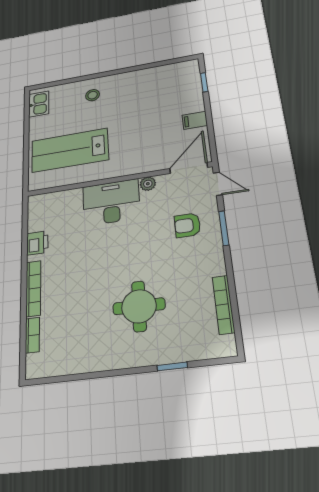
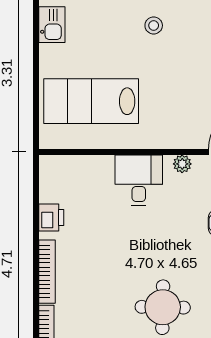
stool: (93, 95) -> (154, 25), moved
desk: (111, 202) -> (139, 180), width x0.73

